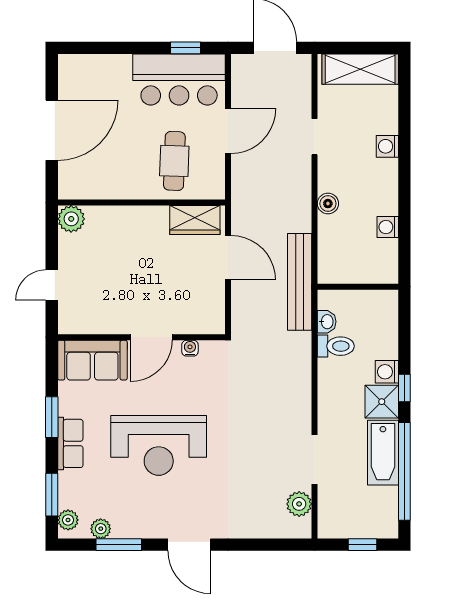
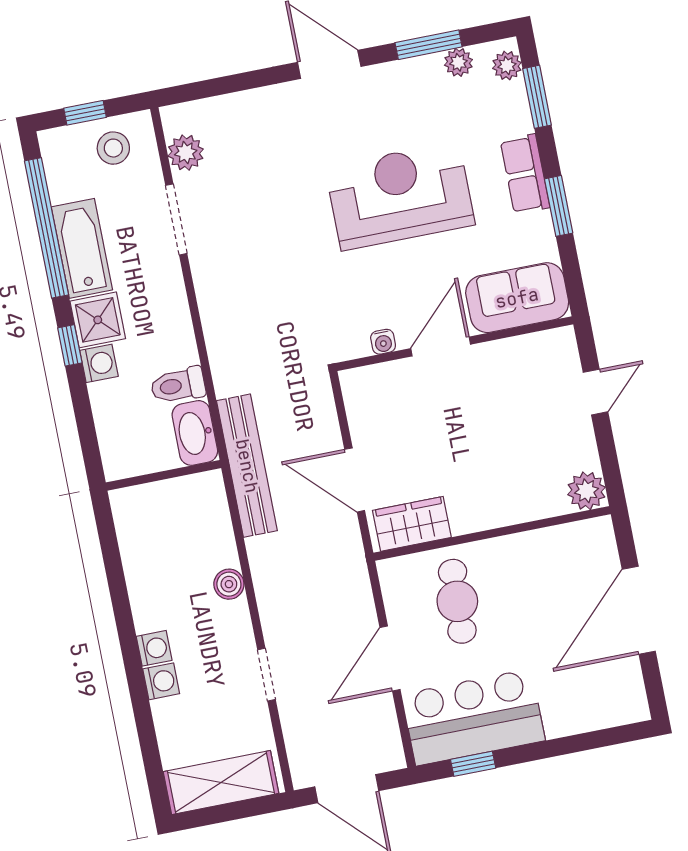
washing machine: (388, 227) -> (154, 648), moved
washbasin: (327, 322) -> (195, 433), width x1.91, depth x1.45
stool: (348, 517) -> (113, 148), added

